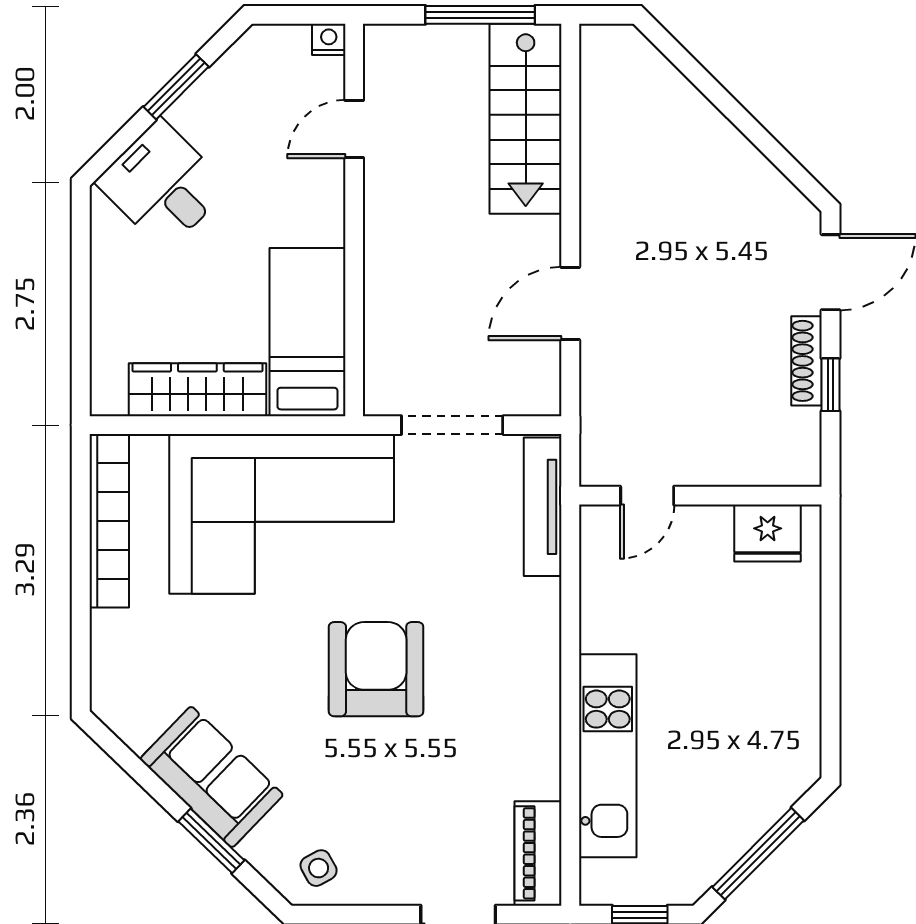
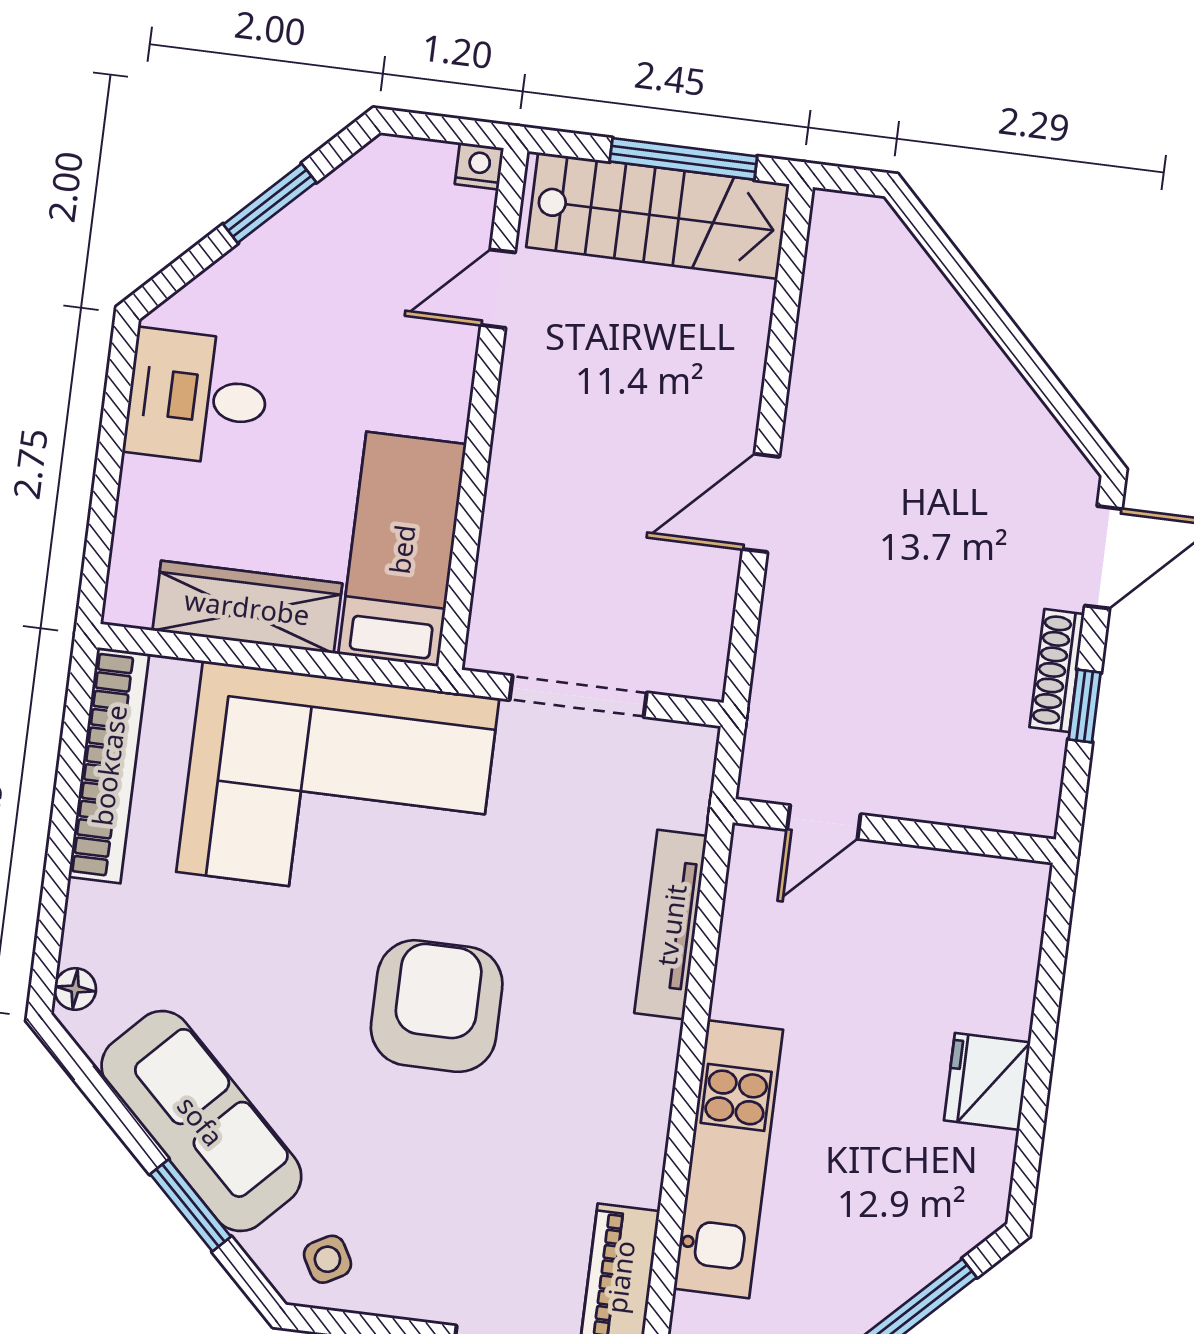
stairs: (526, 119) -> (658, 216), moved, turned -90
desk: (163, 185) -> (197, 398), moved, turned -45
door: (570, 304) -> (761, 503), moved
tv unit: (543, 507) -> (671, 925), moved
fridge: (768, 533) -> (987, 1081), moved, turned 90
floor lamp: (105, 690) -> (75, 989), added
sofa: (212, 777) -> (201, 1121), width x1.36

